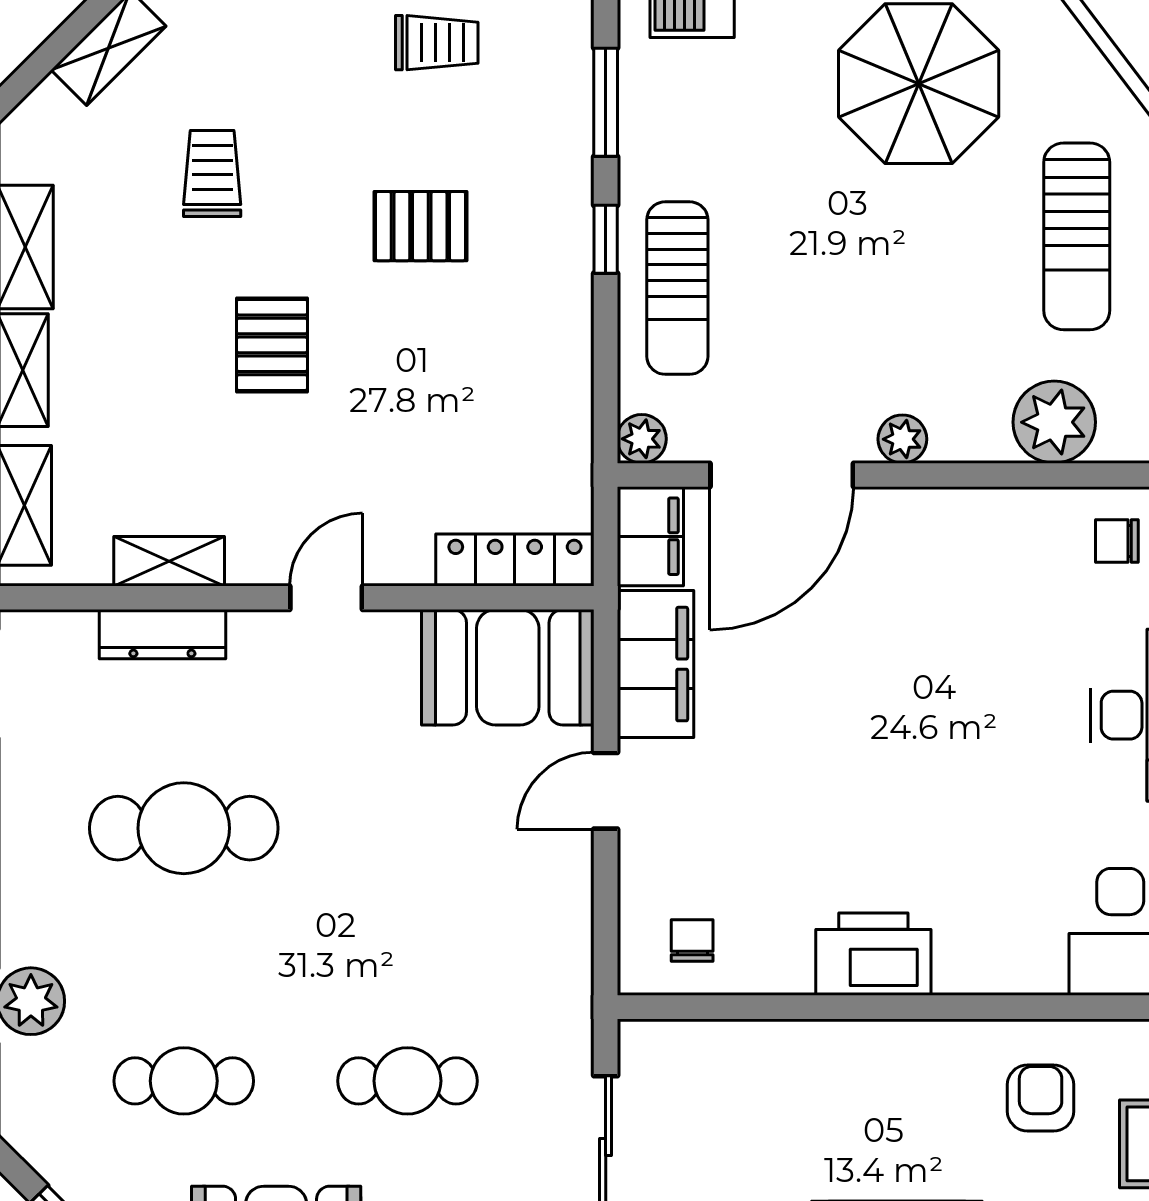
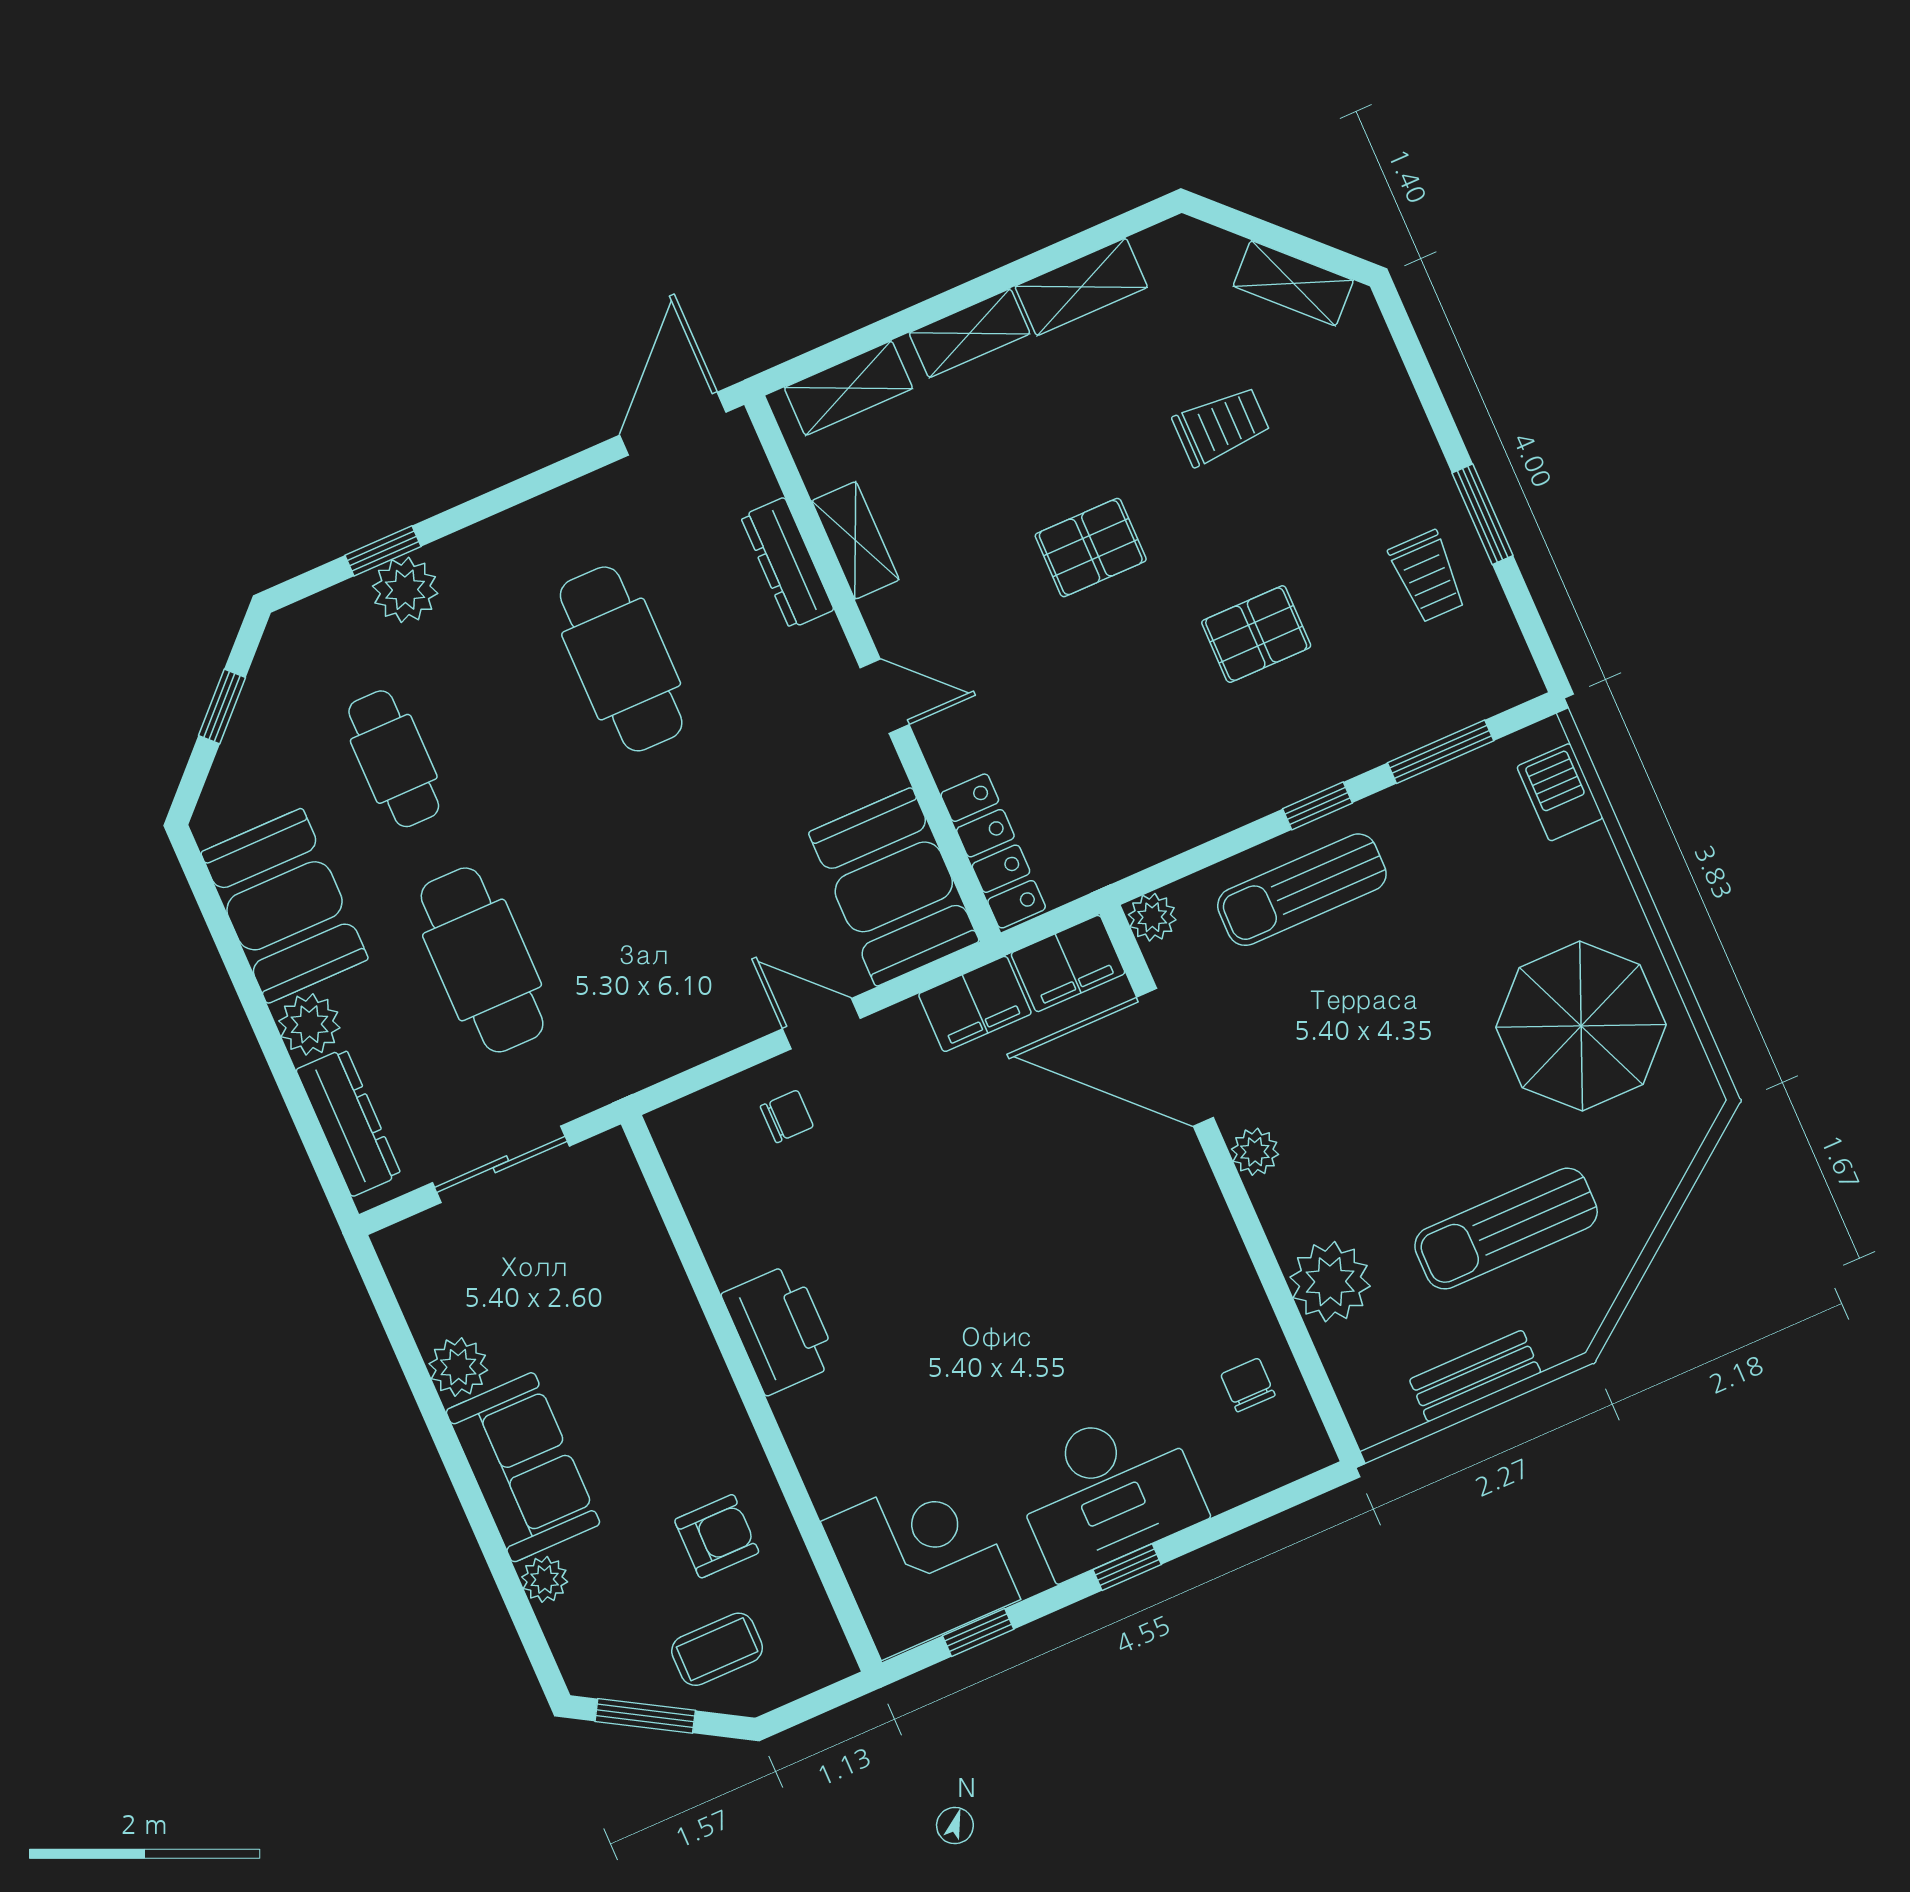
pallet: (420, 226) -> (1256, 634), turned 90
filing cabinet: (655, 664) -> (975, 1004), width x0.67, depth x0.86
chair: (692, 941) -> (787, 1116), moved
cafe table: (407, 1081) -> (482, 960), width x1.37, depth x1.35

